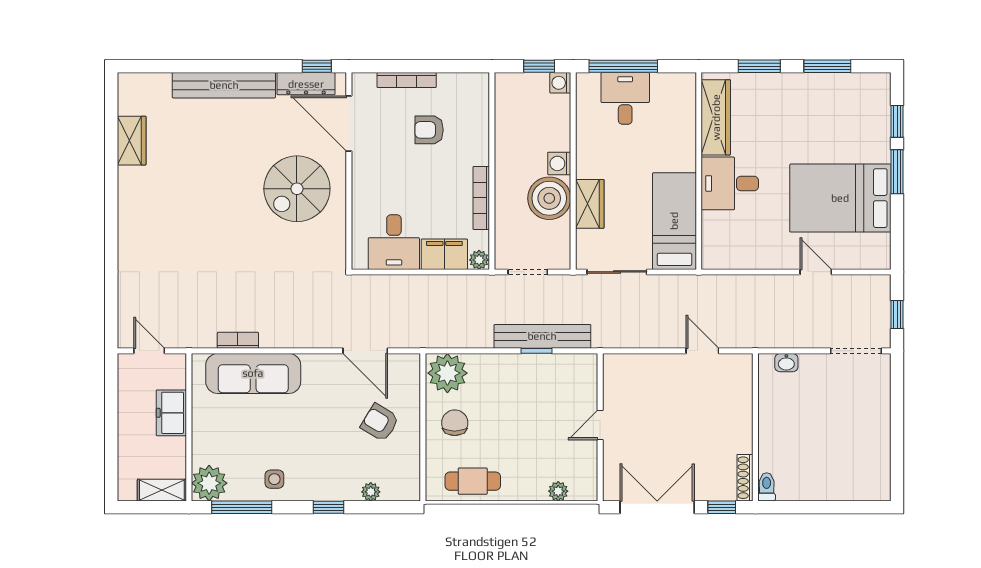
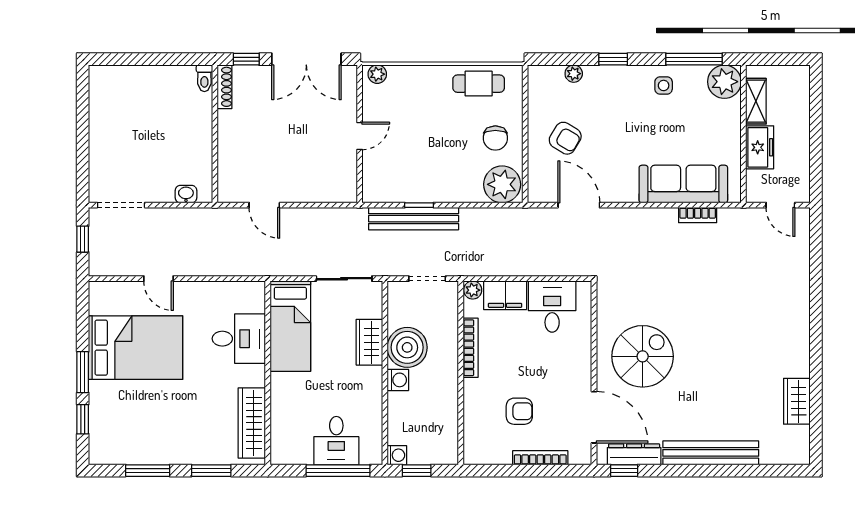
desk: (730, 183) -> (239, 339), moved
shelving: (162, 490) -> (756, 101), moved, turned 90
plant: (558, 491) -> (377, 74), moved

